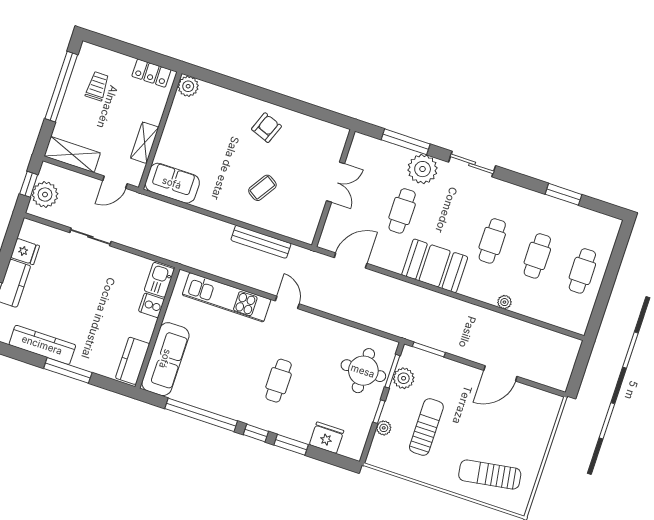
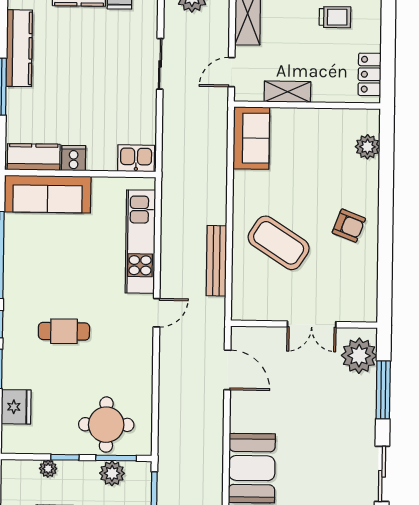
plant: (188, 86) -> (367, 147), moved
plant: (423, 169) -> (359, 356), moved
door: (115, 182) -> (232, 72), hinge flipped
coffee table: (262, 188) -> (279, 243), width x1.86, depth x1.72
cafe table: (402, 211) -> (303, 411), removed
cooker: (151, 305) -> (74, 158), moved

